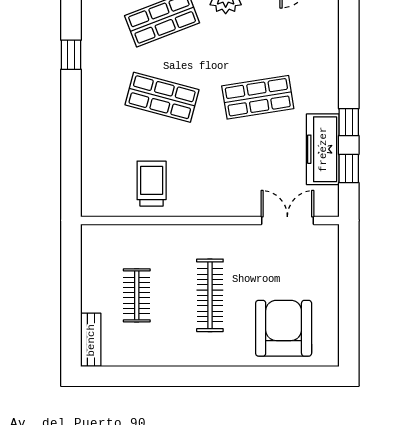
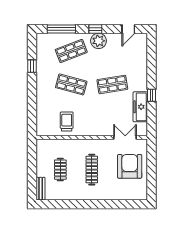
window: (349, 168) -> (151, 115), removed
armchair: (284, 328) -> (130, 166), moved

